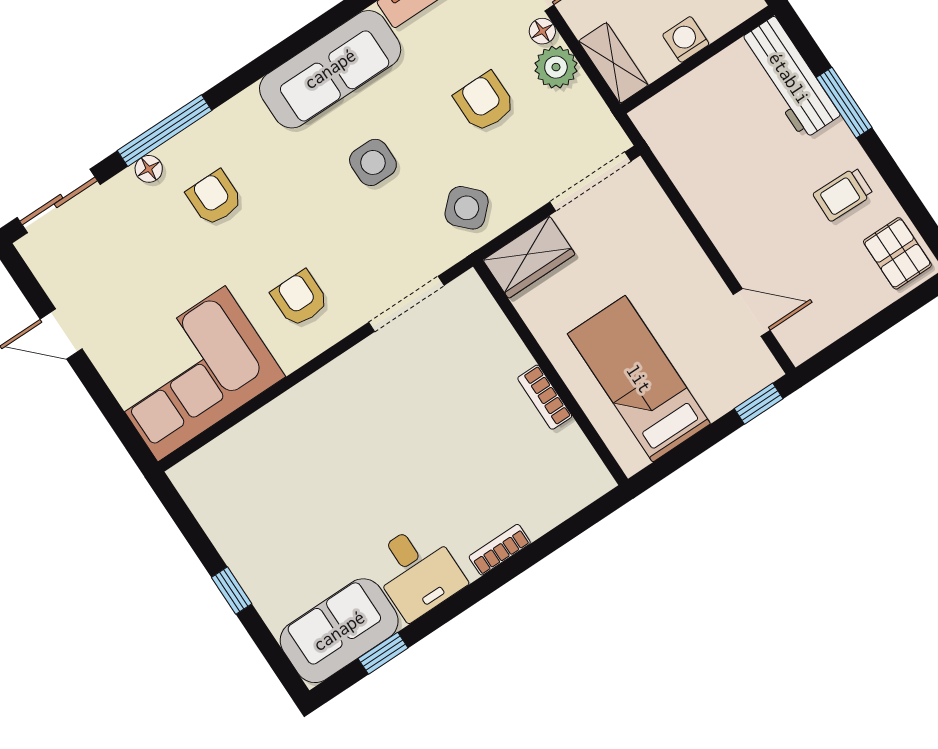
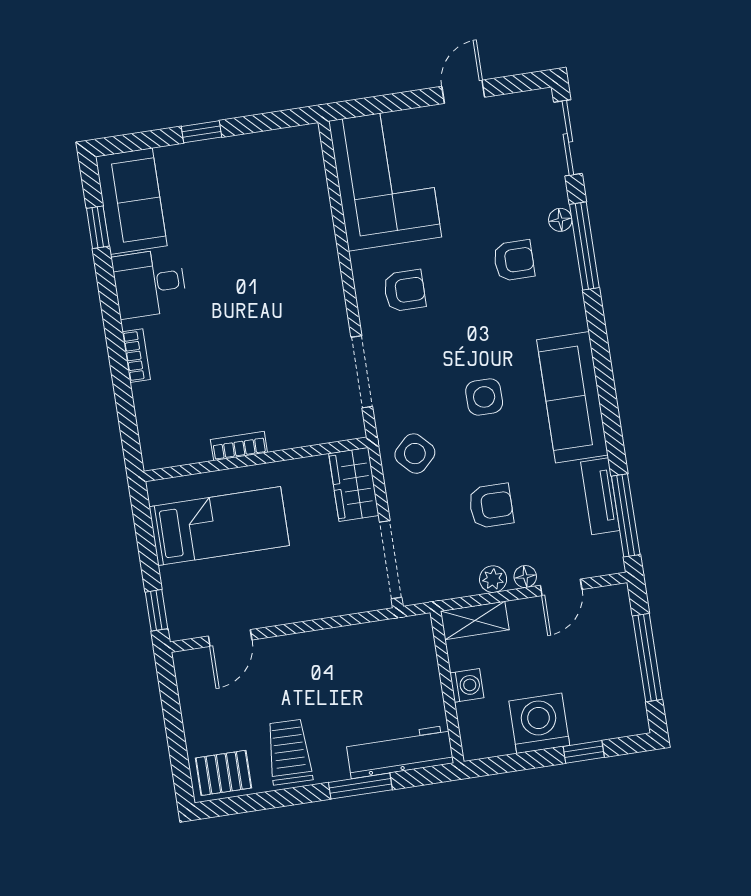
plant: (556, 67) -> (493, 579), width x0.73, depth x0.73
trolley: (843, 194) -> (289, 752), width x1.36, depth x1.39

